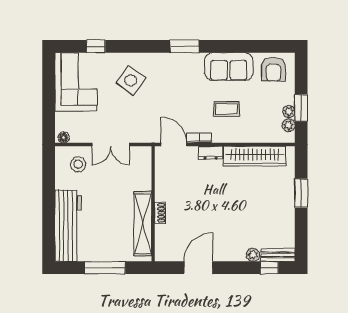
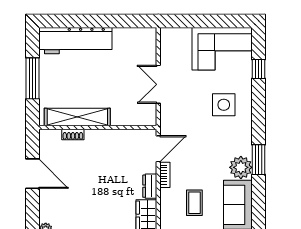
plant: (192, 64) -> (241, 167), added
side table: (131, 80) -> (224, 105), turned -36
floor lamp: (64, 137) -> (166, 36), removed
stool: (78, 164) -> (138, 51), removed
shoe rack: (160, 213) -> (73, 135), moved

